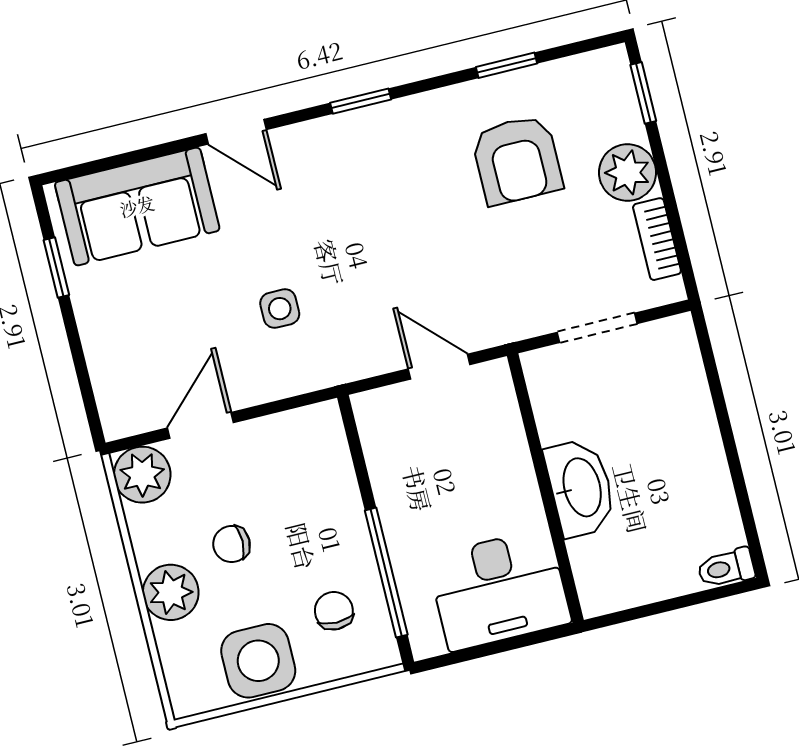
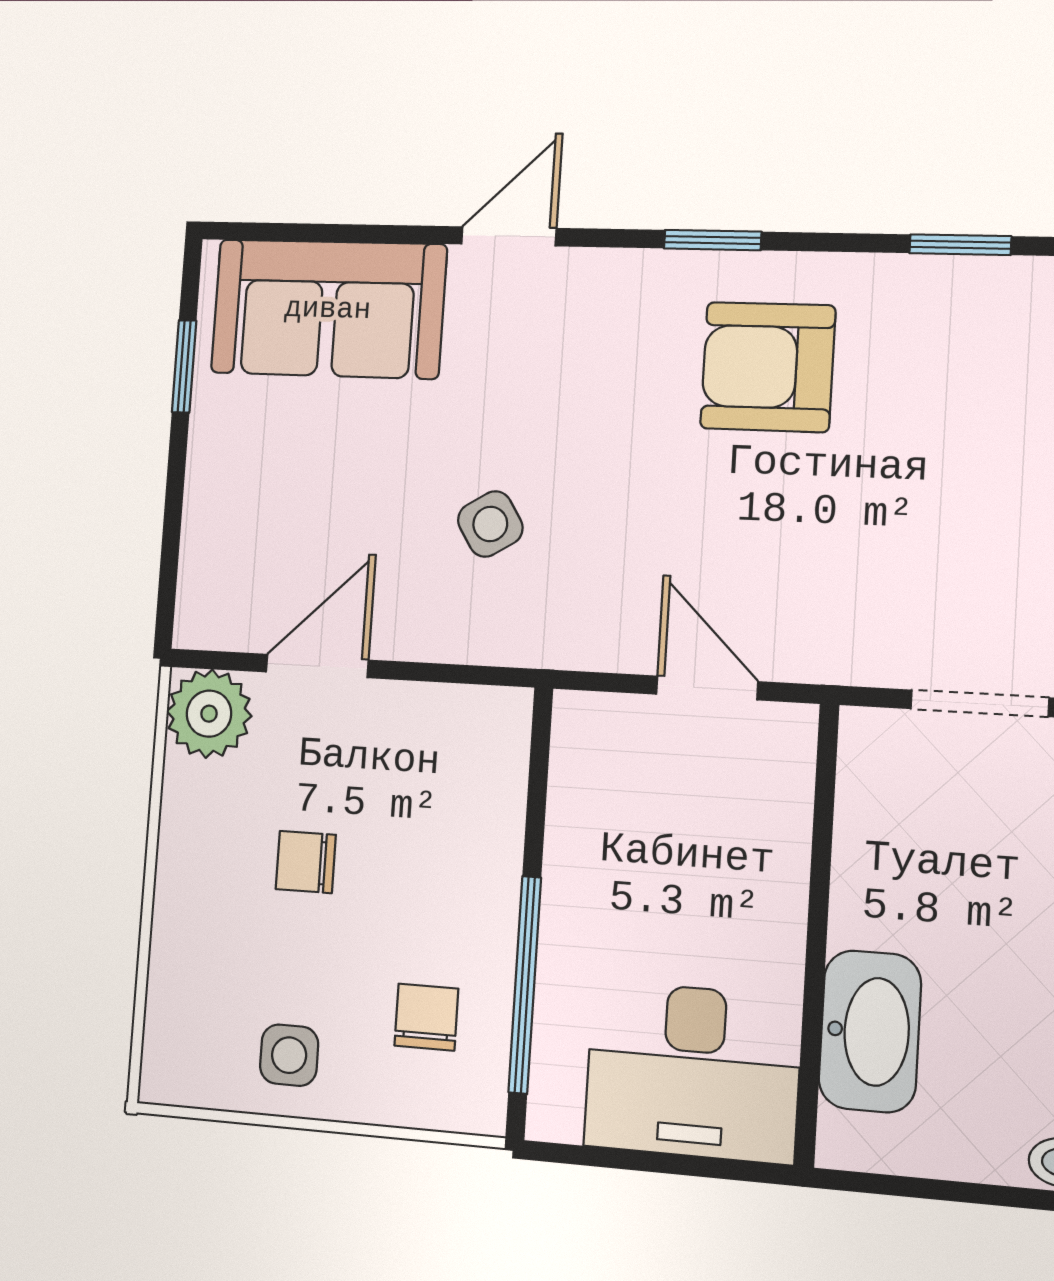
door: (236, 132) -> (509, 236), swing flipped
armchair: (517, 160) -> (768, 367), moved, turned 90
side table: (280, 309) -> (490, 524), turned -32
washbasin: (581, 488) -> (870, 1031), moved
plant: (171, 592) -> (194, 906), removed
side table: (258, 661) -> (289, 1055), width x0.54, depth x0.54

